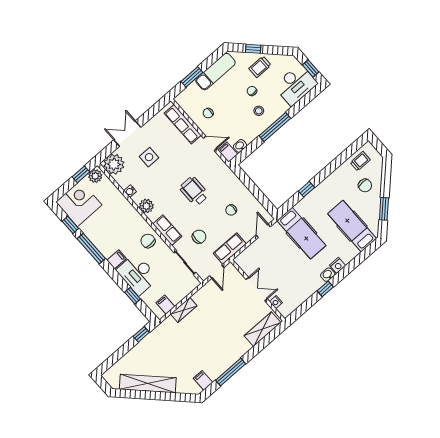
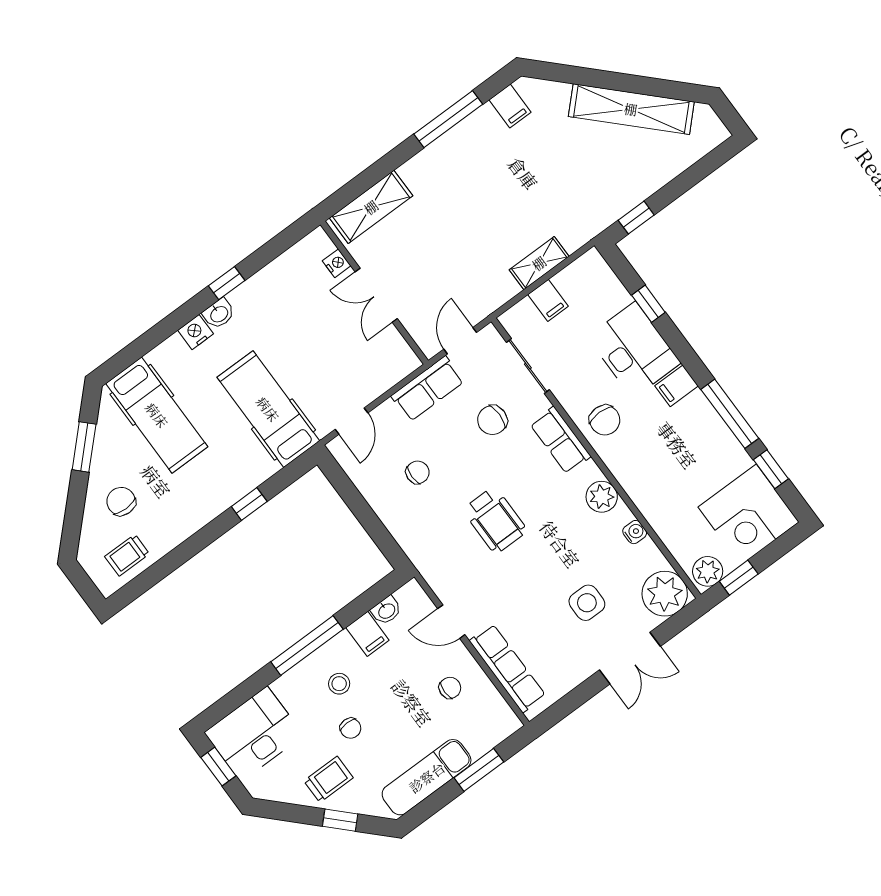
filing cabinet: (228, 152) -> (367, 634), moved
filing cabinet: (165, 305) -> (548, 300), moved

